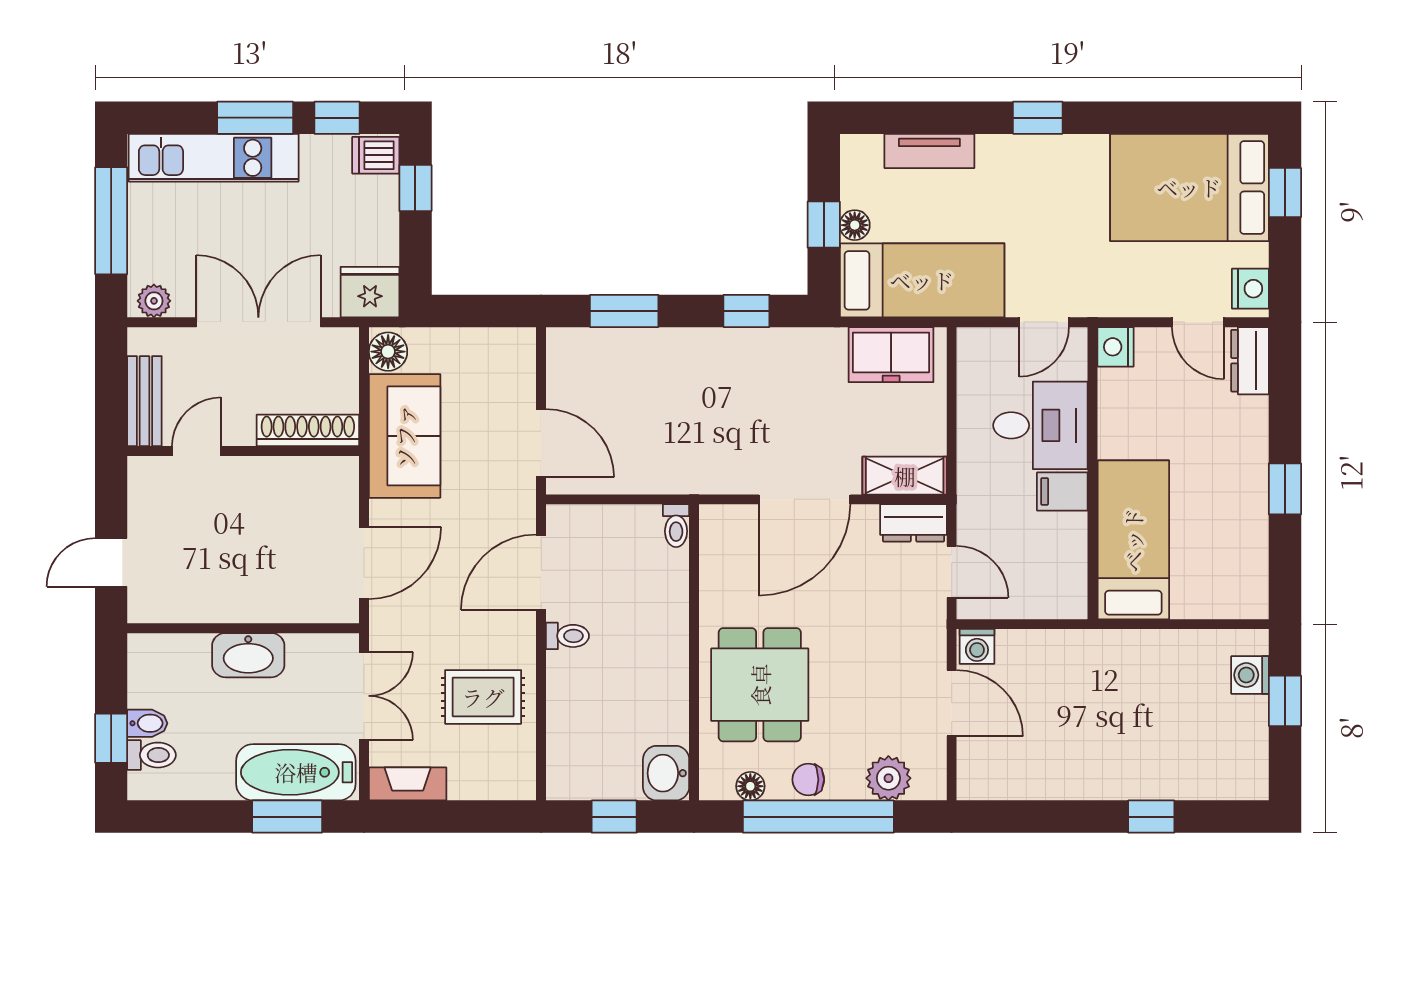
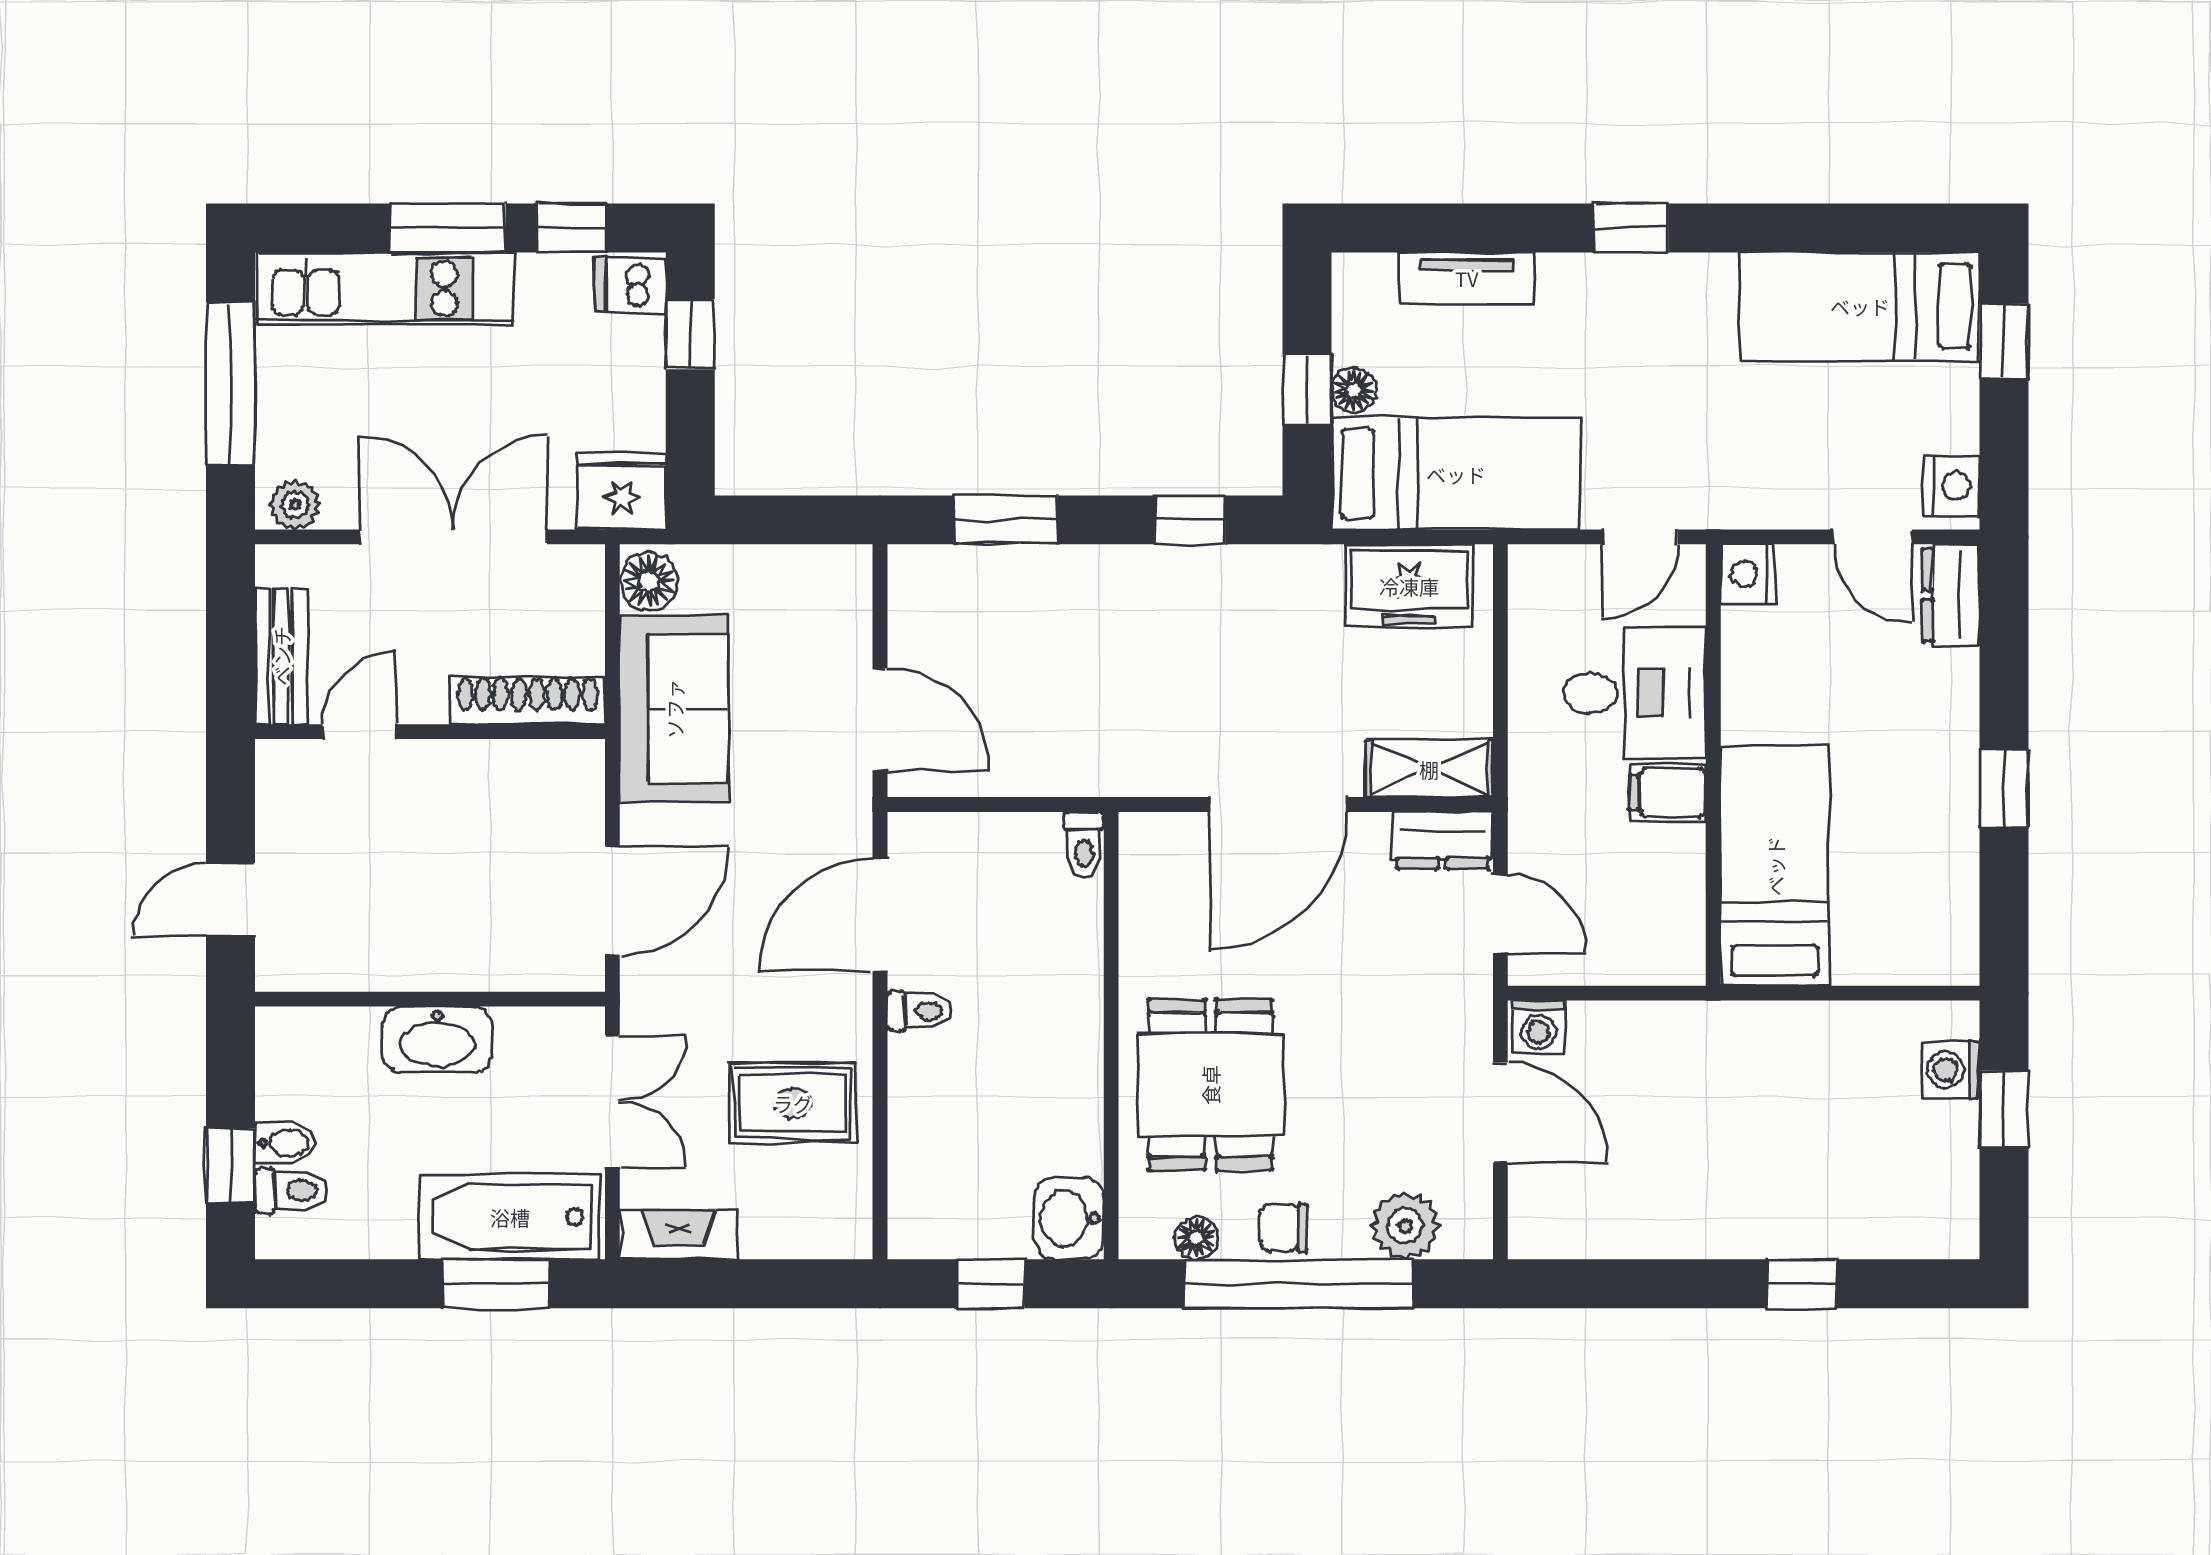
bed: (1189, 187) -> (1860, 306), width x0.67

